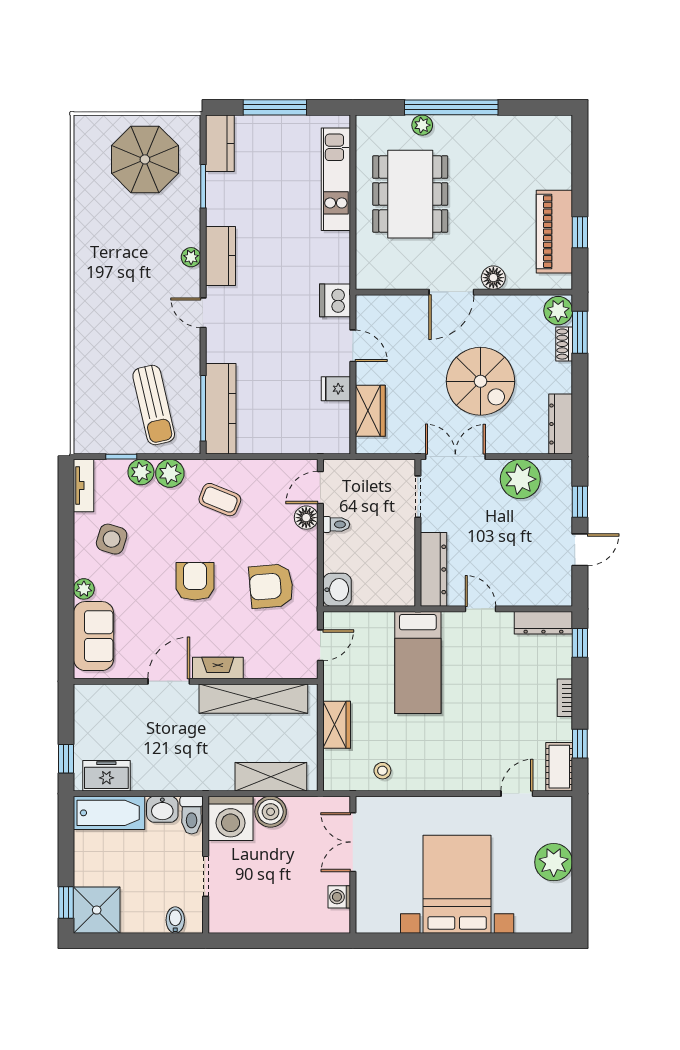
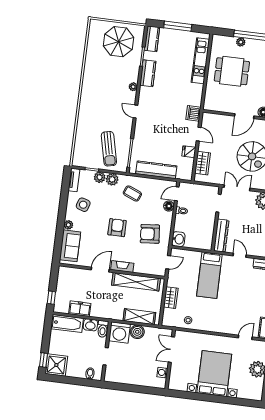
dining table: (410, 194) -> (232, 71), width x0.73
kitchen counter: (220, 256) -> (148, 73), moved
kitchen counter: (221, 409) -> (156, 170), moved, turned -90
freezer: (106, 776) -> (80, 309), moved

